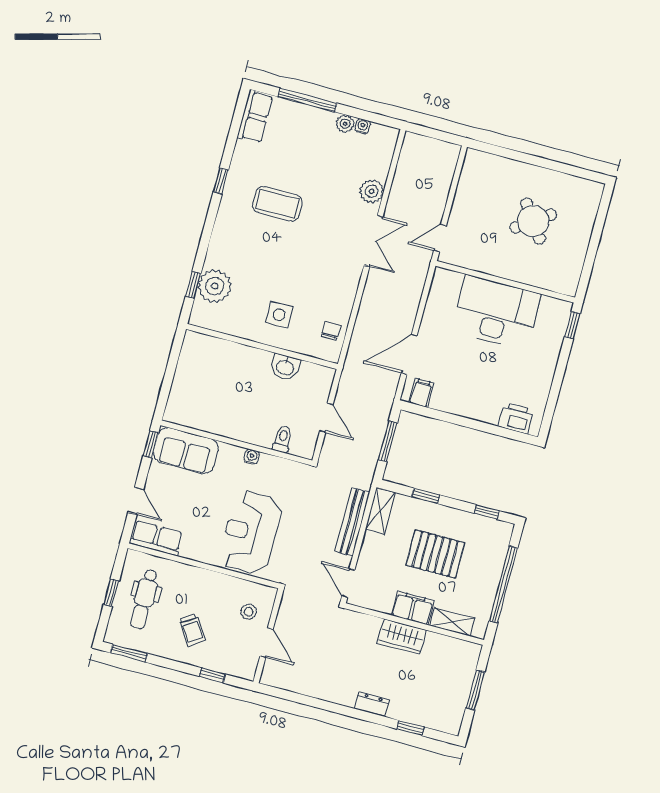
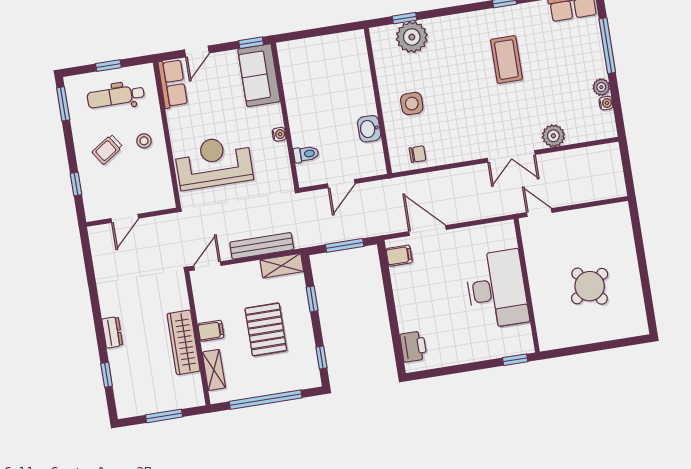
filing cabinet: (413, 608) -> (211, 331), width x0.50
stool: (249, 612) -> (144, 141), moved
wardrobe: (402, 637) -> (184, 342), width x1.50

